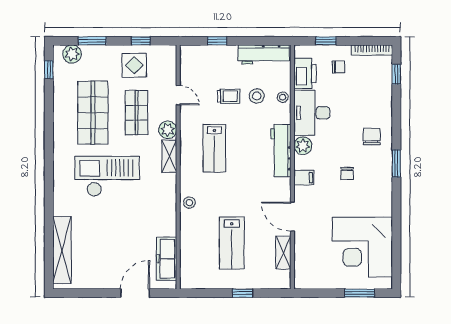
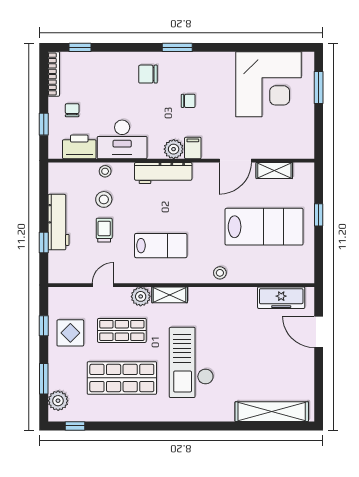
workbench: (264, 54) -> (58, 222), moved
plant: (303, 146) -> (174, 149), moved
lab bench: (232, 243) -> (264, 227), width x1.36, depth x1.39

